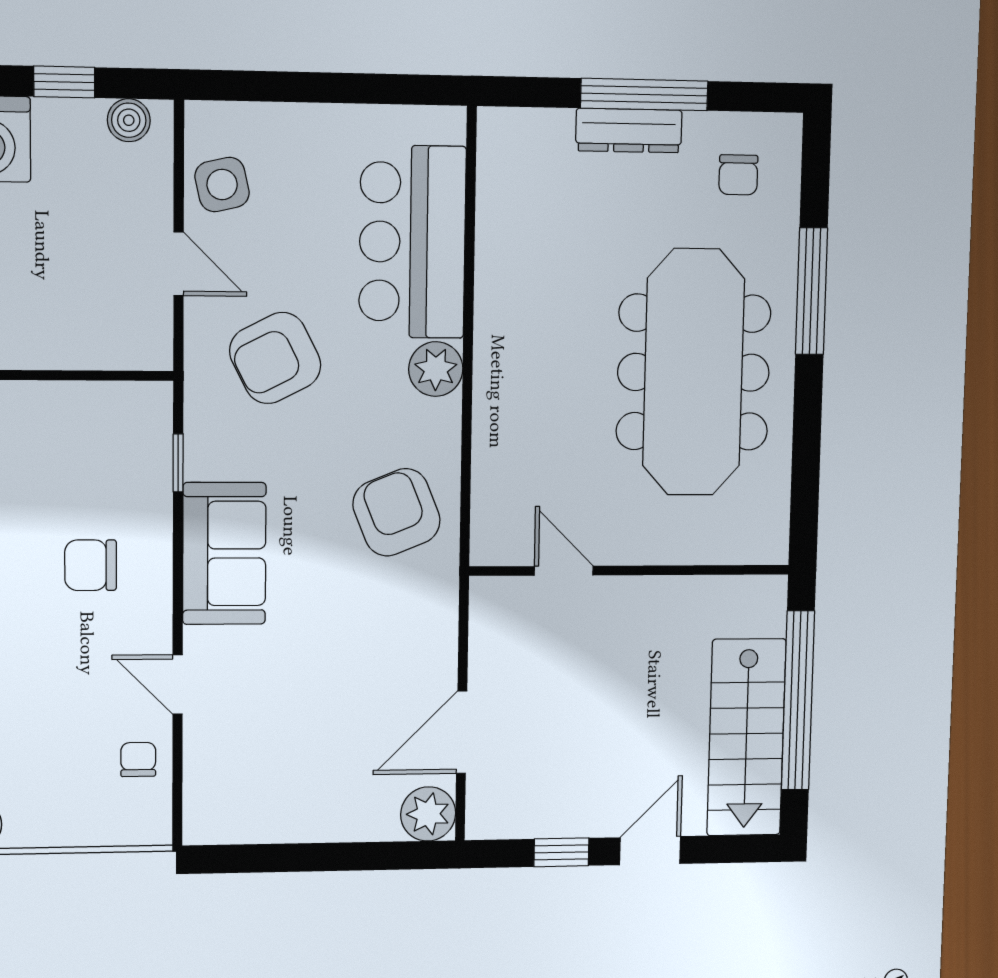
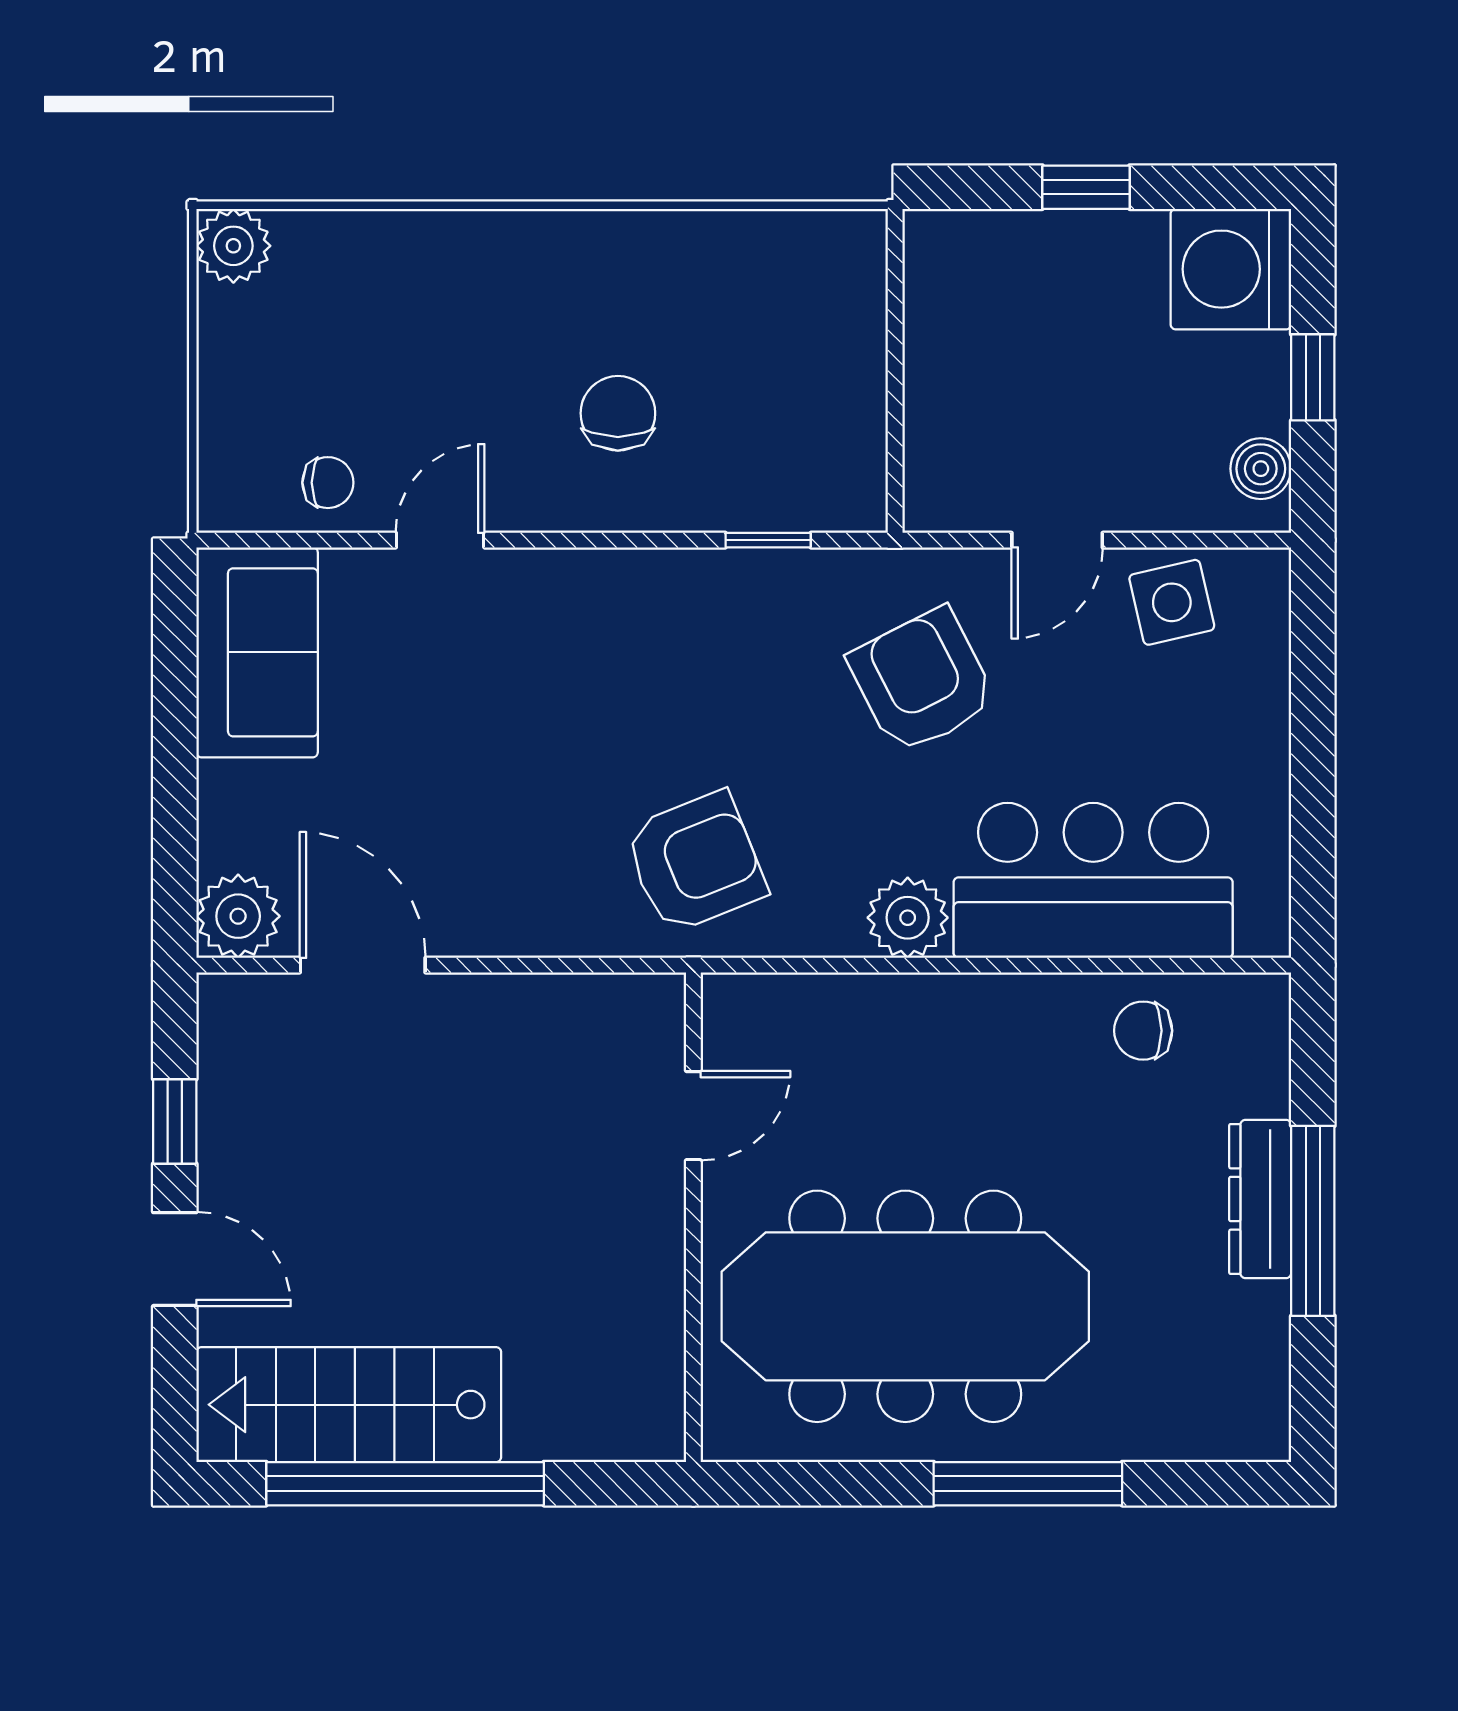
chair: (738, 175) -> (1143, 1031), moved
sofa: (224, 554) -> (257, 652), moved, turned -90
wall: (630, 570) -> (693, 1217), moved
door: (564, 571) -> (693, 1116), moved

